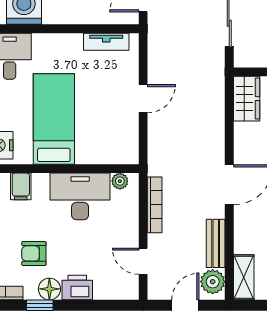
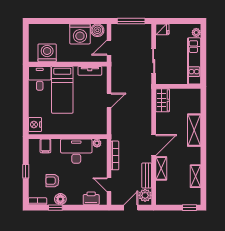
bed: (54, 119) -> (62, 90), moved, turned 180
shelving: (244, 277) -> (161, 168), moved
printer: (77, 288) -> (91, 198), moved

